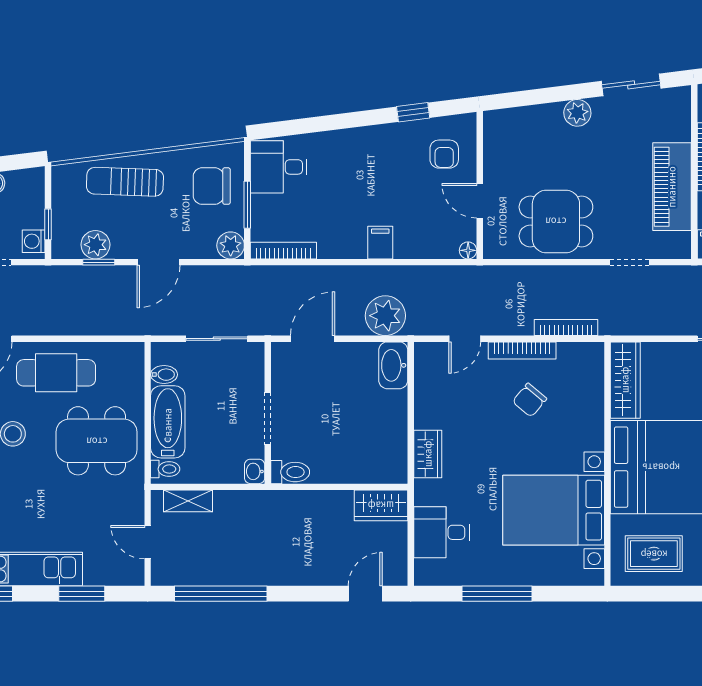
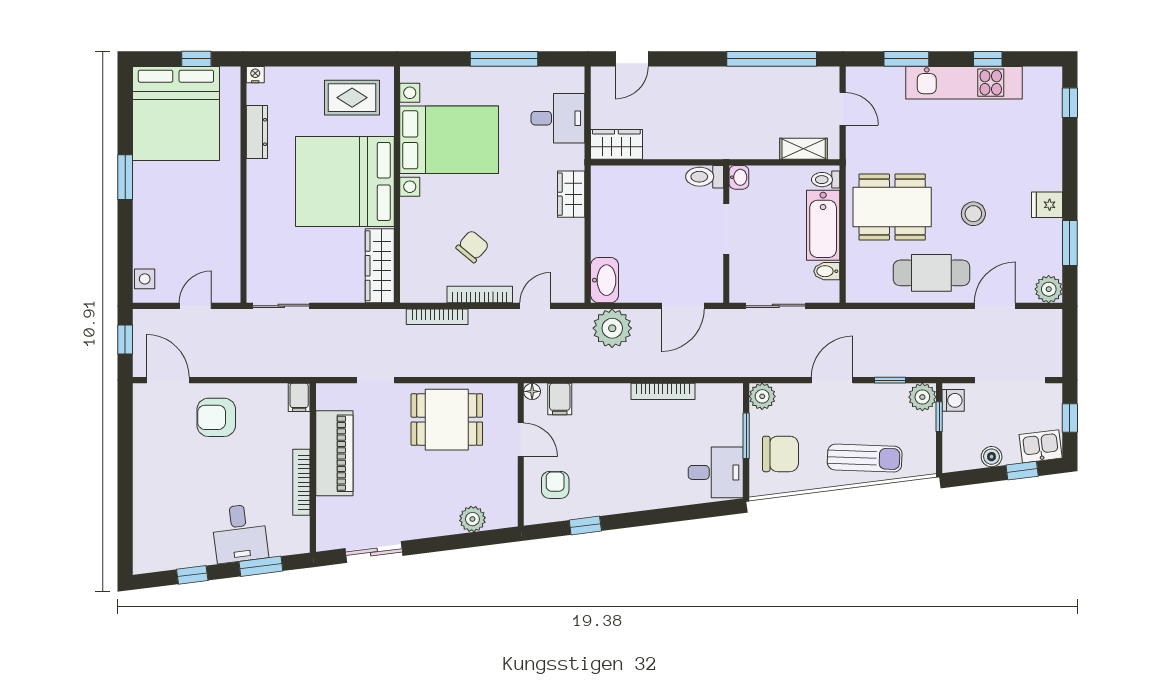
plant: (577, 113) -> (472, 519), moved
filing cabinet: (380, 243) -> (560, 399), moved
plant: (95, 245) -> (922, 397), moved
bookcase: (283, 251) -> (663, 391), moved

